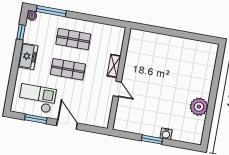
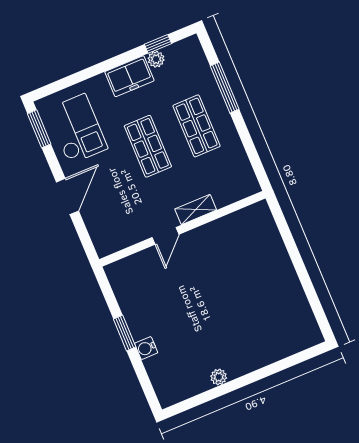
window: (51, 11) -> (225, 88), moved
plant: (32, 16) -> (156, 59), moved
plant: (199, 107) -> (219, 377), width x0.53, depth x0.53
window: (36, 119) -> (39, 129), moved

